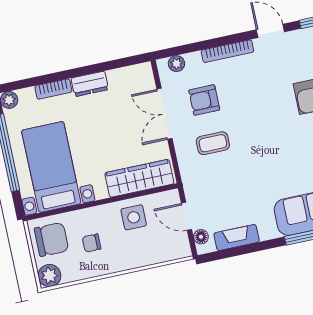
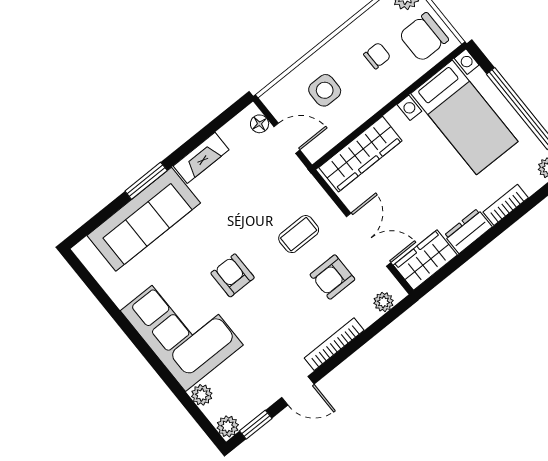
wardrobe: (131, 78) -> (425, 260), added
armchair: (204, 100) -> (332, 277), turned 180
armchair: (275, 138) -> (233, 275), added
side table: (134, 217) -> (325, 90), moved
fireplace: (237, 237) -> (201, 158), moved

